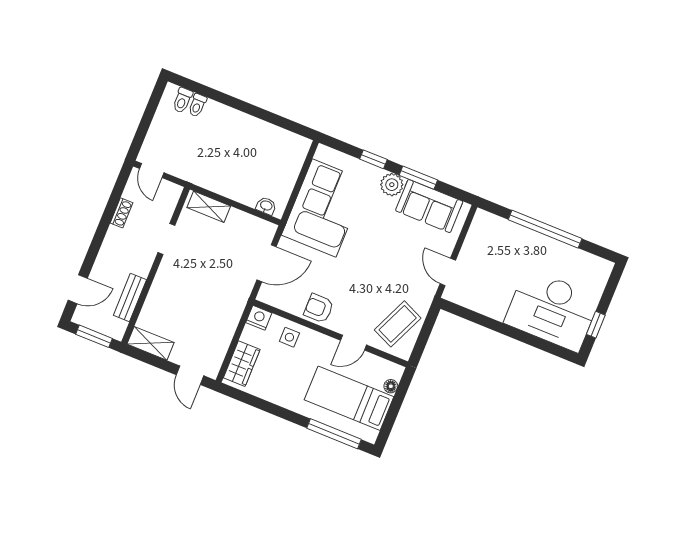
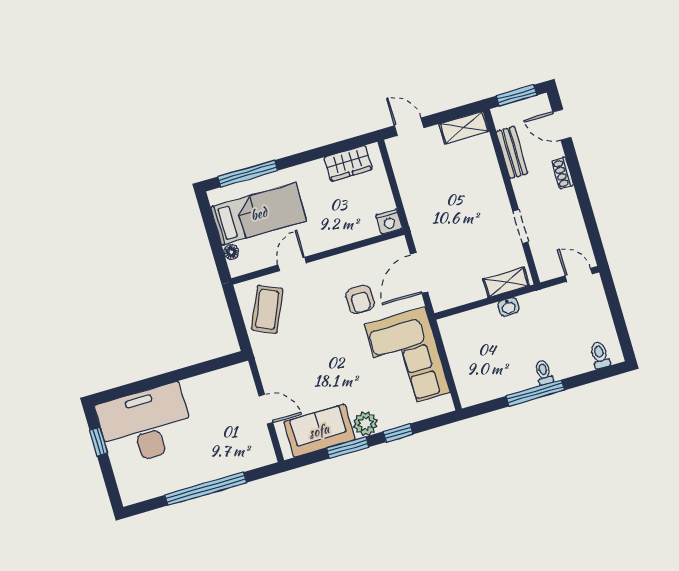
toilet: (197, 105) -> (544, 373), moved
window: (251, 110) -> (535, 393), added
washbasin: (266, 206) -> (508, 307), moved
shoe rack: (122, 213) -> (563, 173), moved
door: (448, 272) -> (266, 409), moved
door: (78, 289) -> (562, 125), hinge flipped
armchair: (319, 308) -> (360, 299), moved, turned 90
side table: (289, 337) -> (350, 226), removed
wardrobe: (242, 364) -> (348, 163), moved, turned -90

